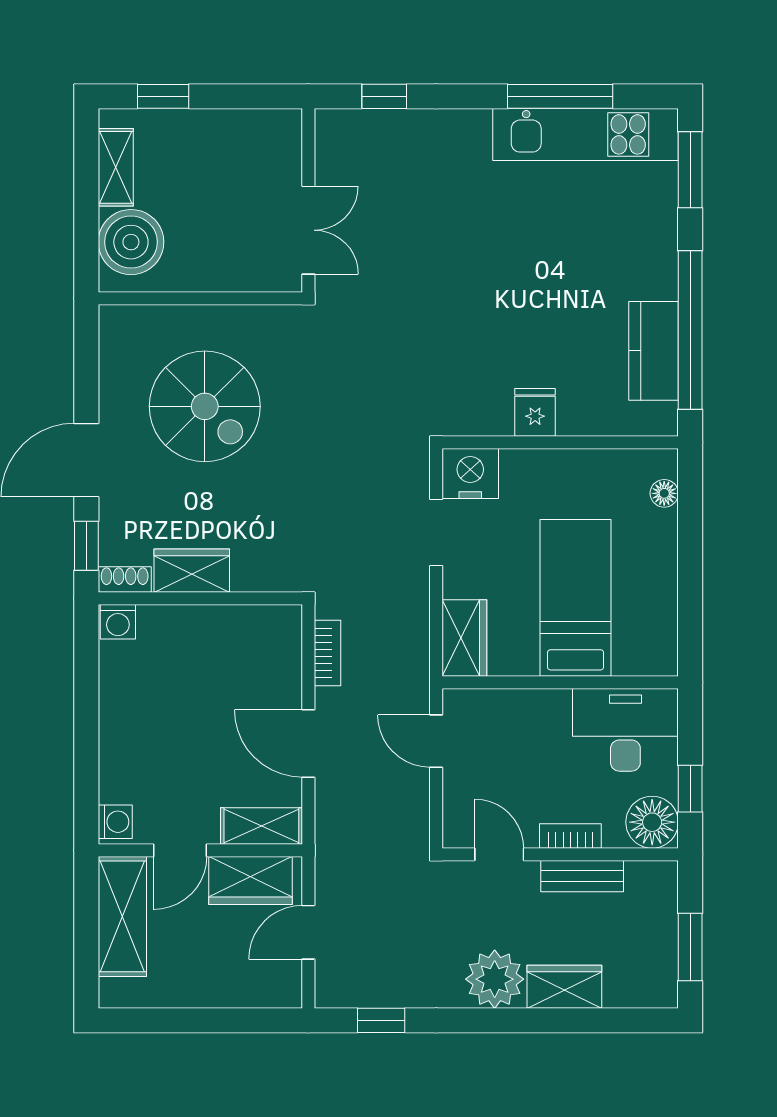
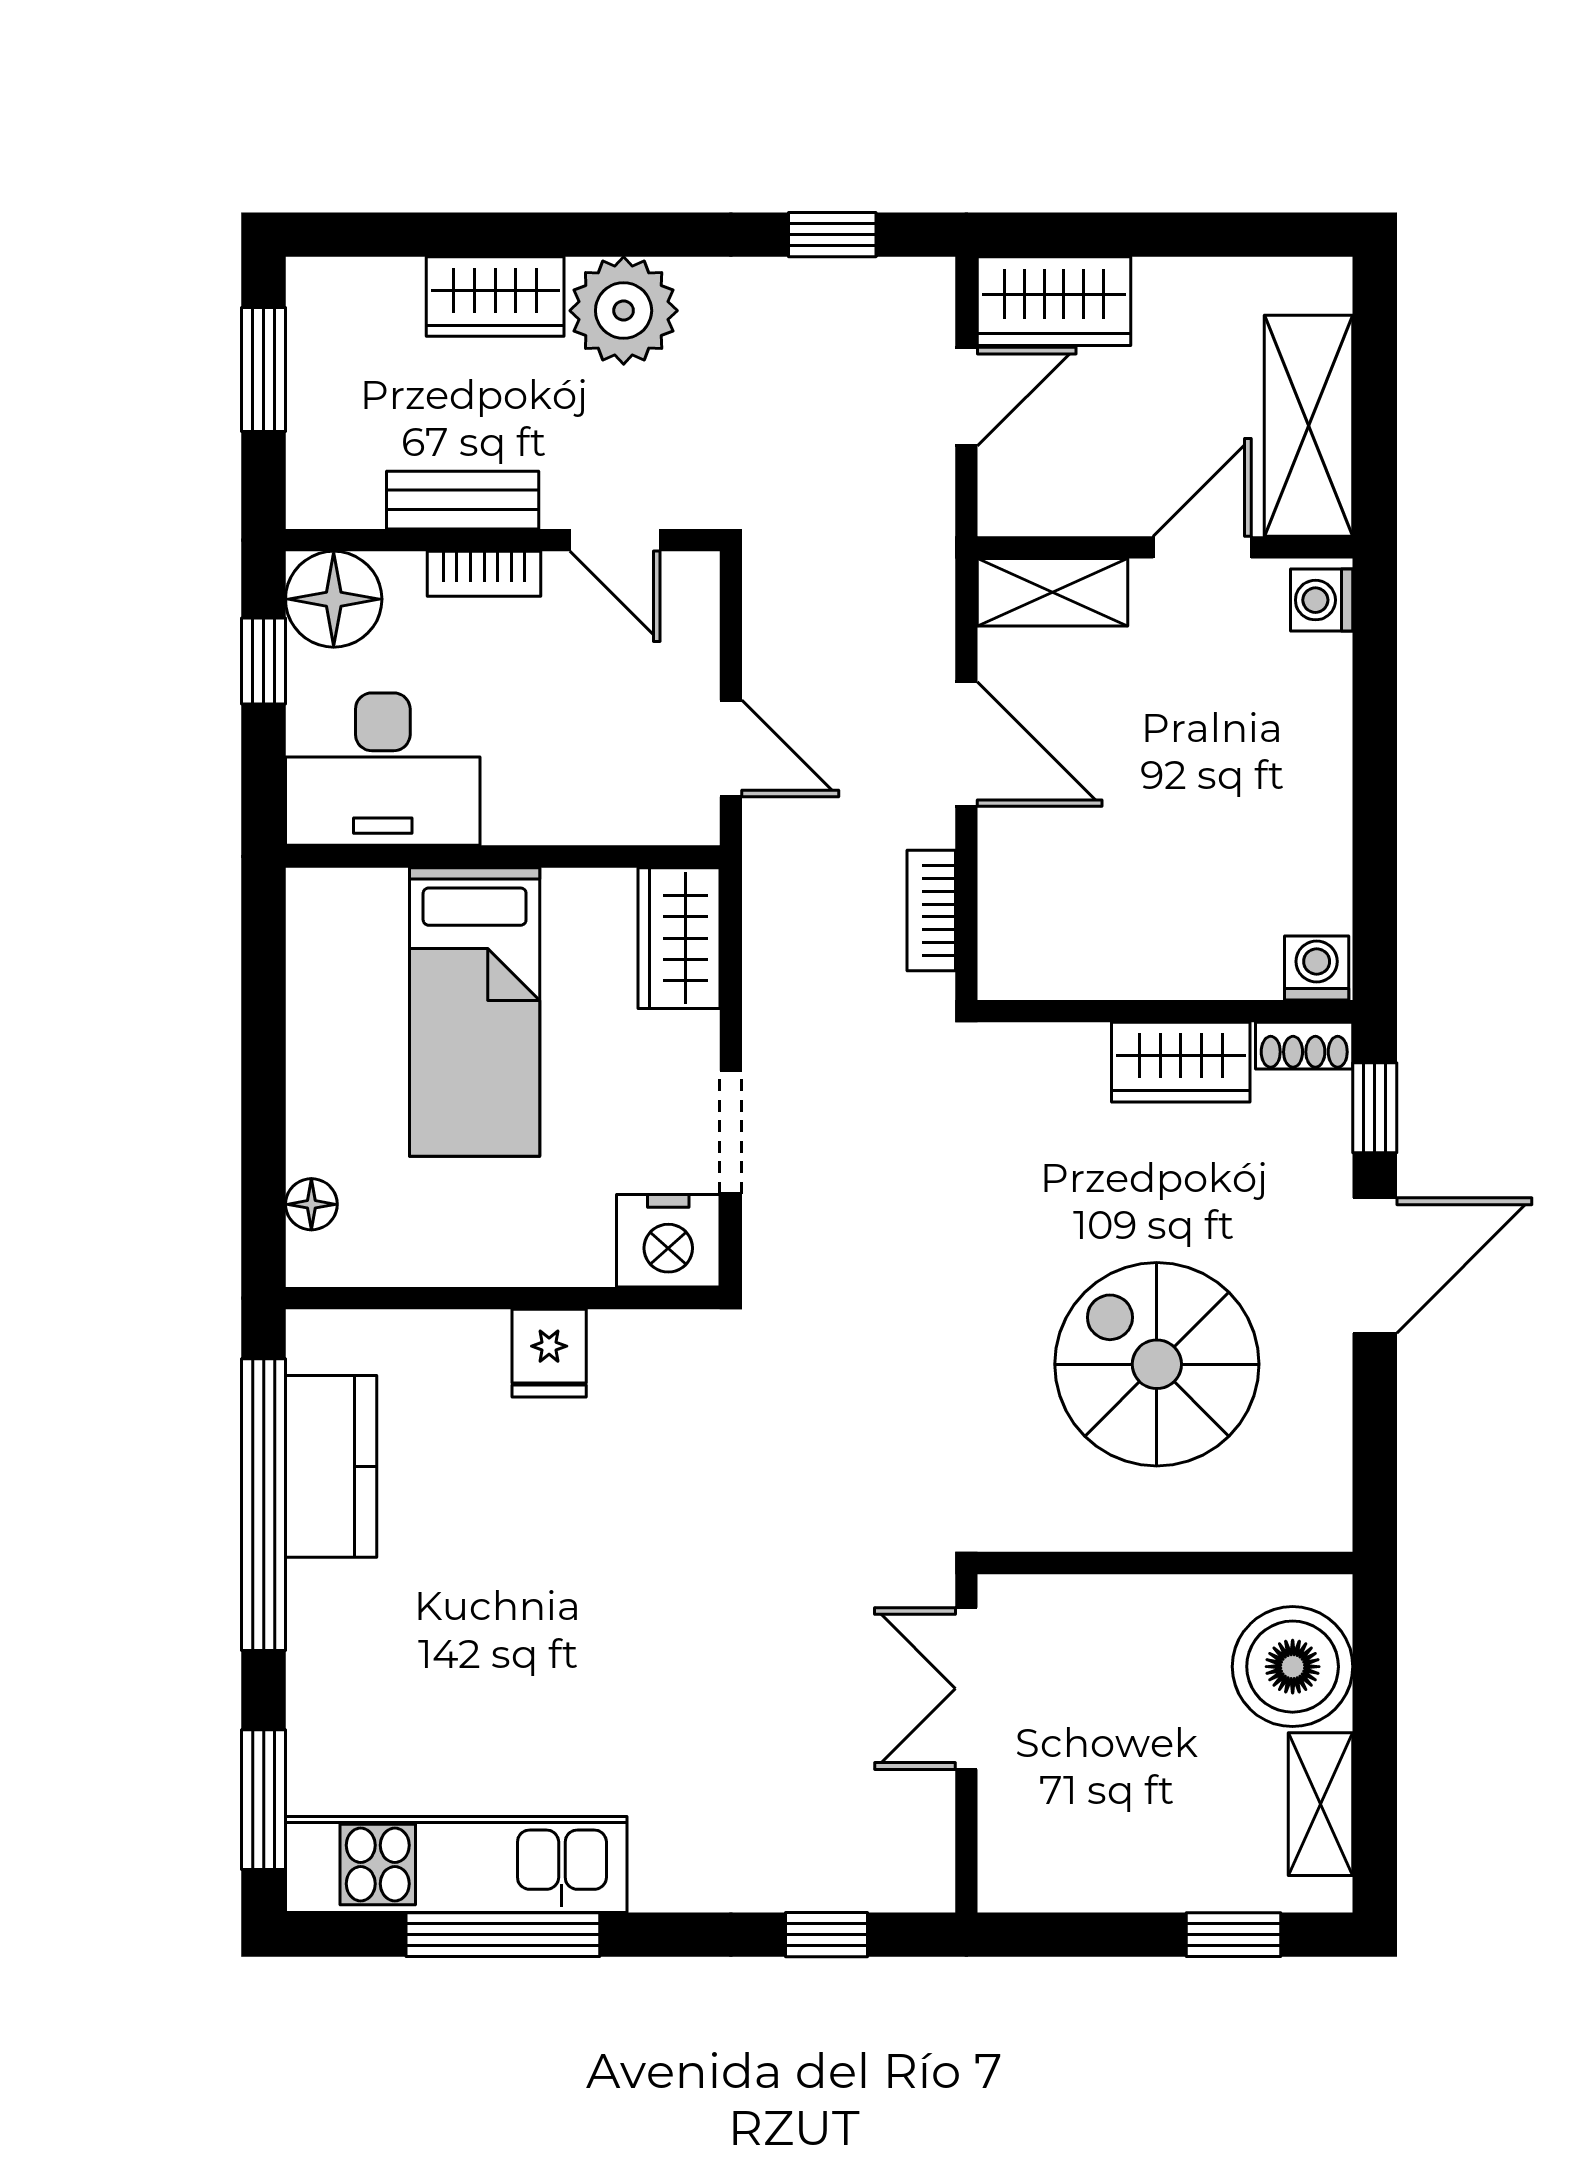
wardrobe: (251, 880) -> (1054, 301), moved, turned 180

